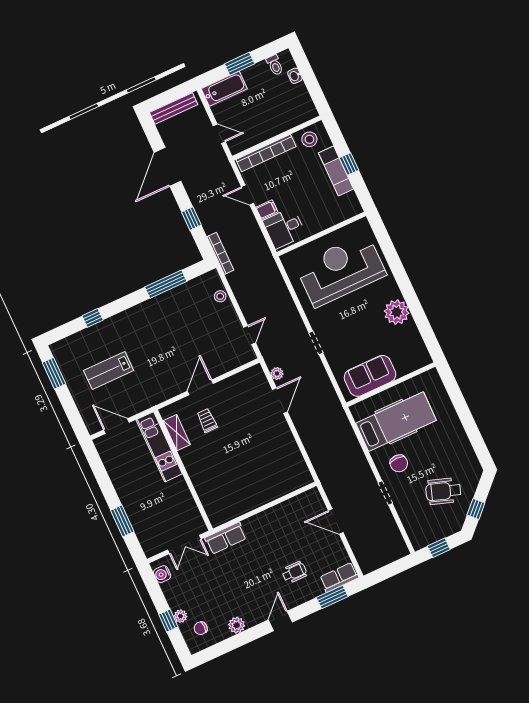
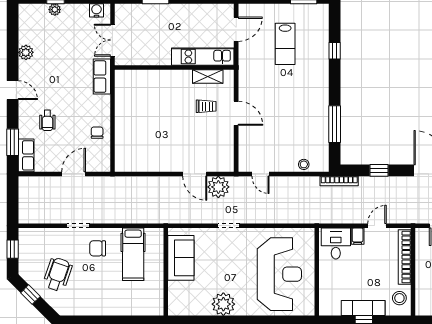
lab bench: (109, 370) -> (285, 44), turned 180
plant: (277, 373) -> (218, 187), width x1.87, depth x1.87
hospital bed: (396, 422) -> (133, 254), width x0.73, depth x0.78
chair: (201, 628) -> (97, 133), moved

